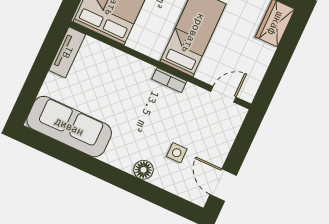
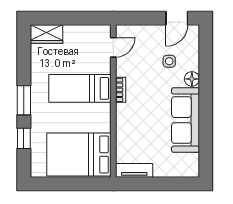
door: (223, 94) -> (113, 47), swing flipped
sofa: (69, 127) -> (186, 120), moved

